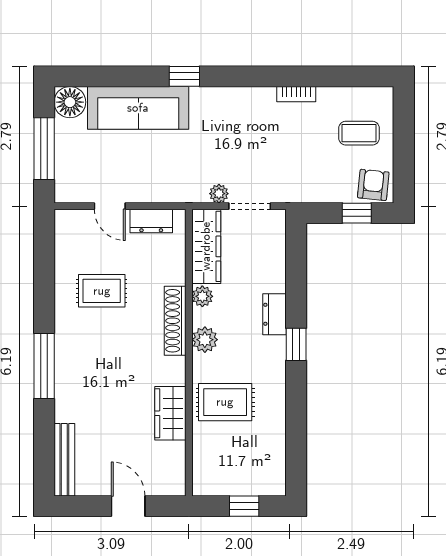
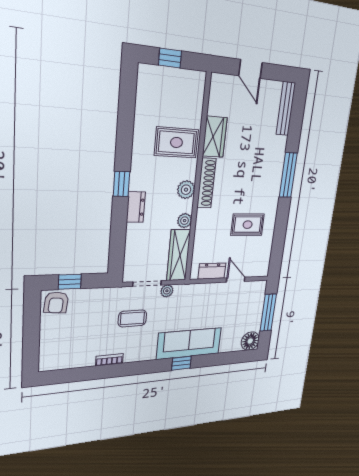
sofa: (138, 108) -> (189, 343), moved
coffee table: (359, 133) -> (132, 318), moved
shoe rack: (175, 321) -> (206, 183), moved

